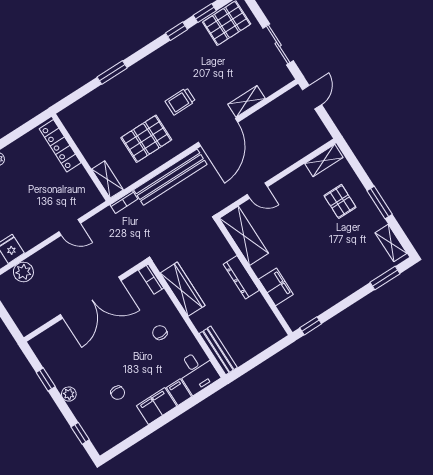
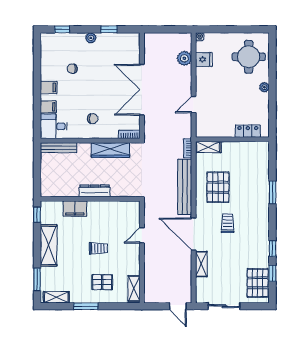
locker: (60, 146) -> (248, 131), width x0.66
trolley: (304, 231) -> (98, 248), added
shelving: (244, 236) -> (49, 245), moved, turned 90
filing cabinet: (157, 406) -> (49, 87), width x0.50

